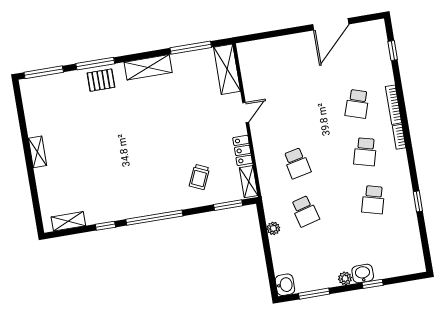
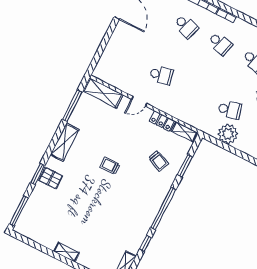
window: (95, 64) -> (38, 174), width x0.69
pallet: (101, 80) -> (51, 178), turned 90
door: (246, 113) -> (139, 101), swing flipped
trolley: (158, 131) -> (110, 166), added
school desk: (297, 163) -> (161, 75), moved
window: (228, 205) -> (185, 166), moved
plant: (273, 228) -> (228, 134), width x1.87, depth x1.87

